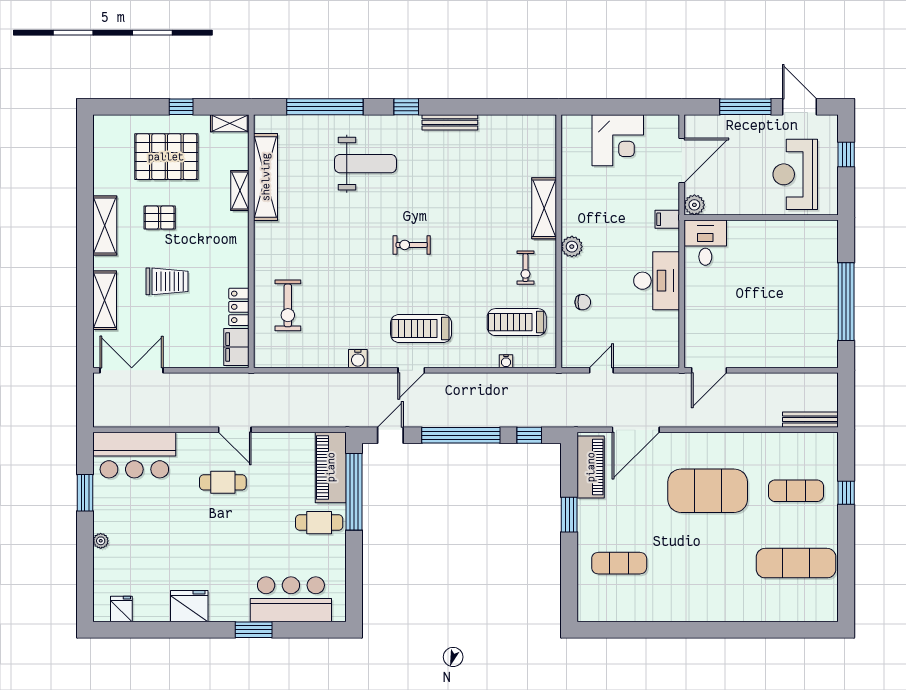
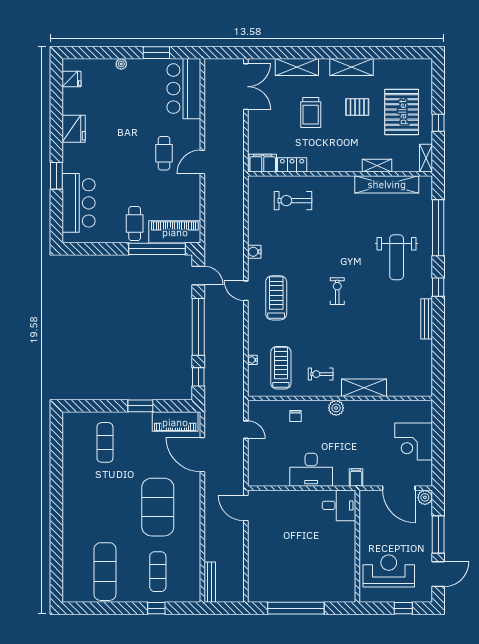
plant: (694, 205) -> (425, 497), moved
pallet: (160, 218) -> (357, 107), turned 90

